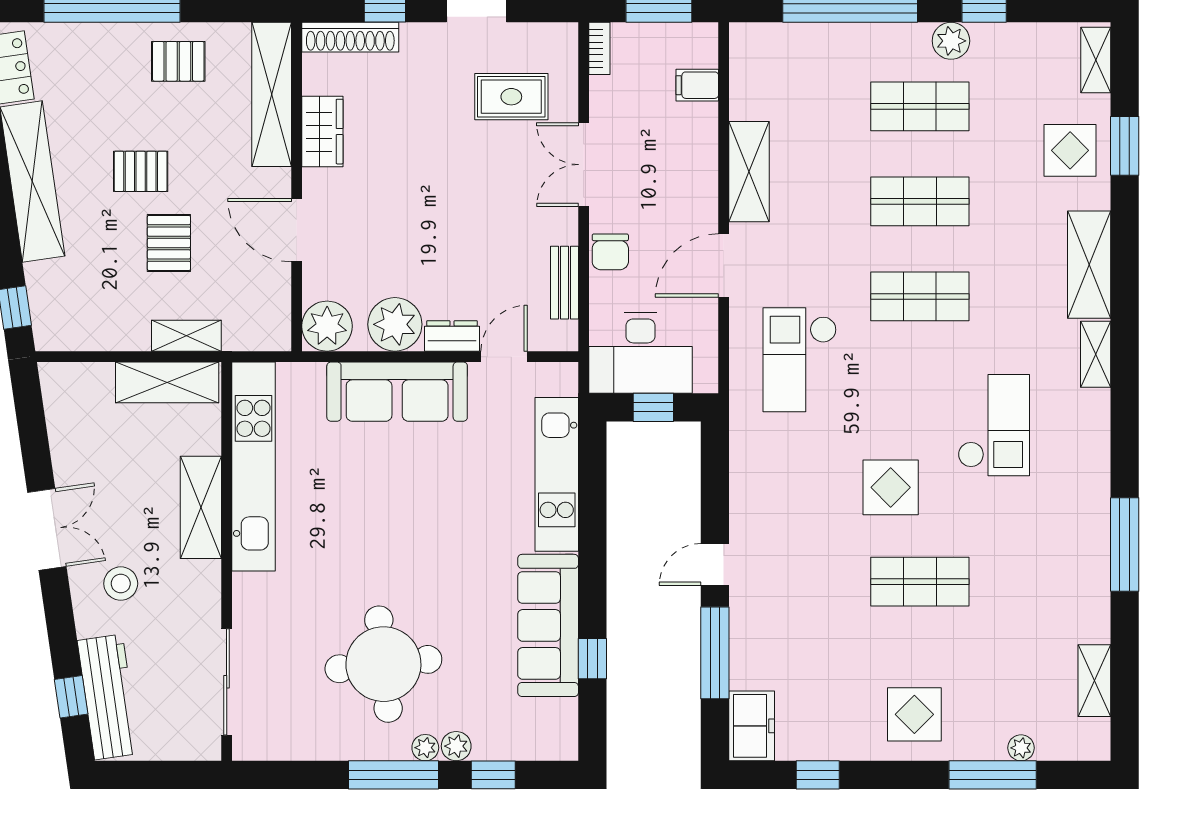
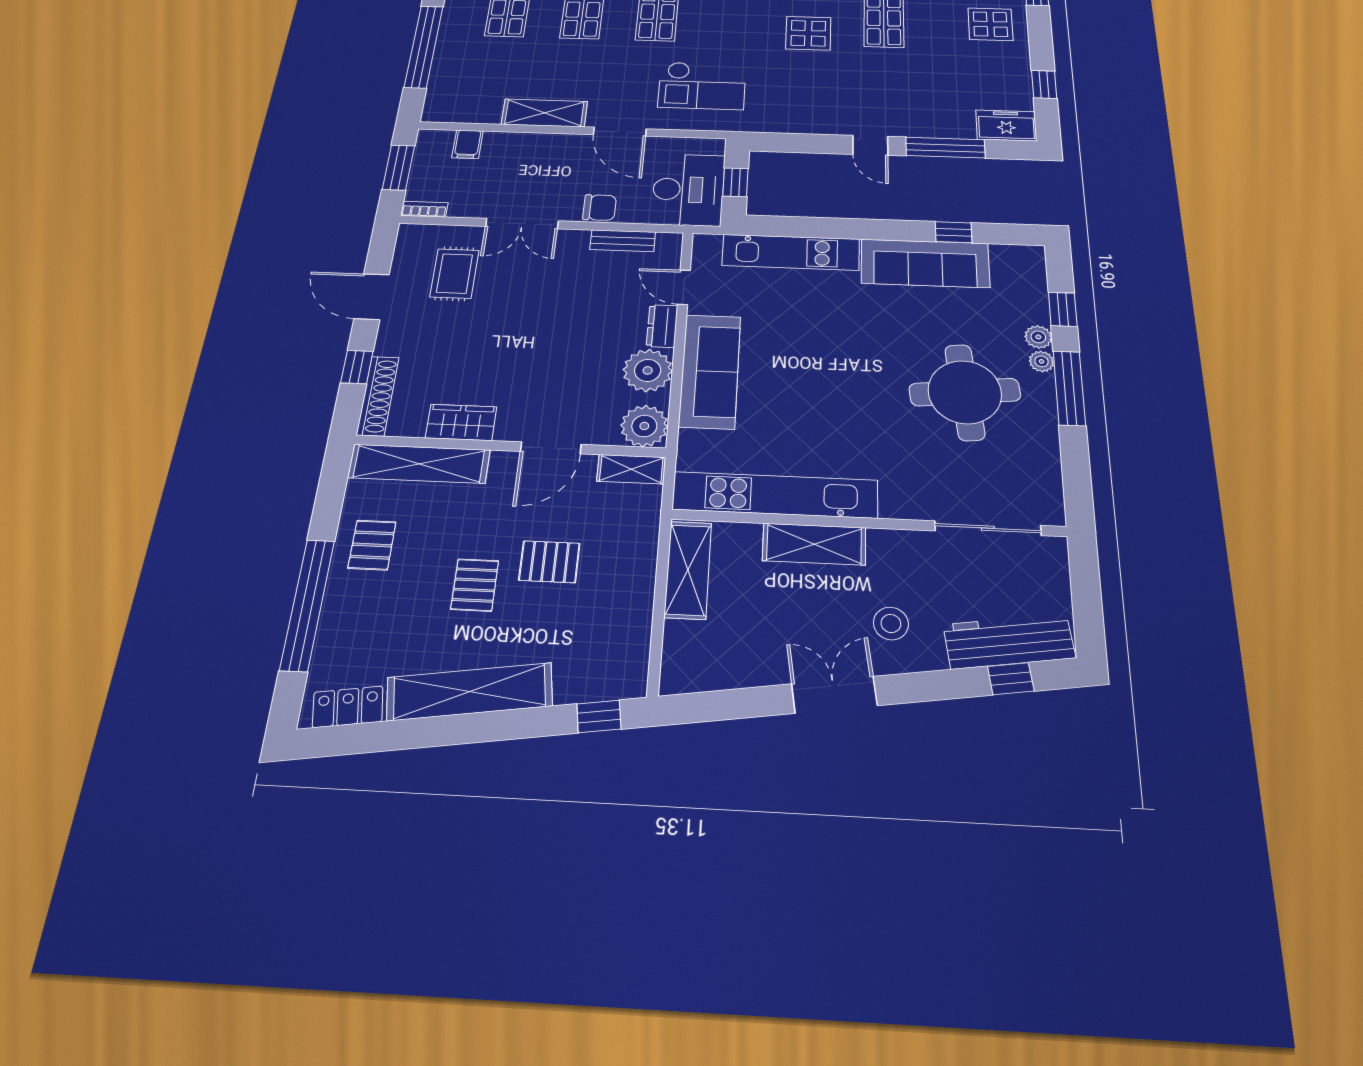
shelving: (186, 336) -> (631, 469), moved, turned 90

